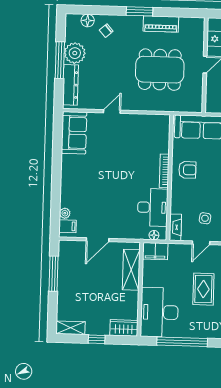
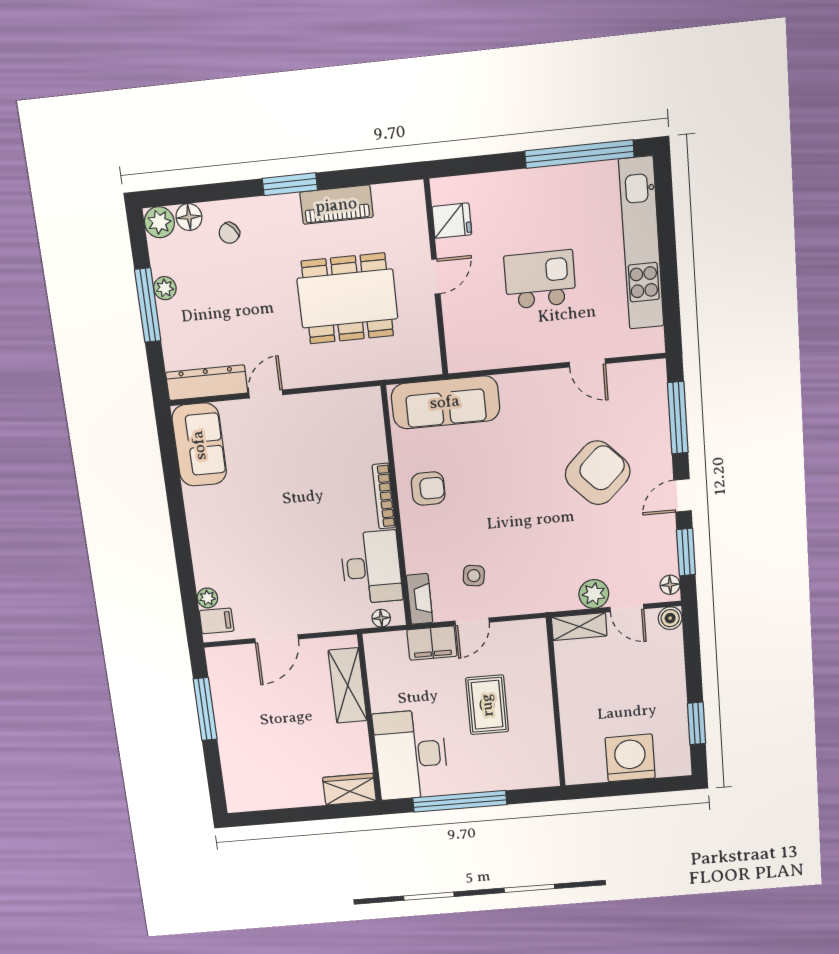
plant: (73, 21) -> (159, 222), added
plant: (75, 53) -> (165, 288), width x0.53, depth x0.53
dresser: (70, 85) -> (207, 383), moved, turned -90
filing cabinet: (155, 251) -> (432, 643), moved
shelving: (70, 328) -> (252, 800), removed
window: (97, 339) -> (303, 814), removed

